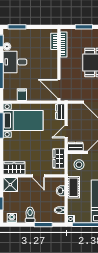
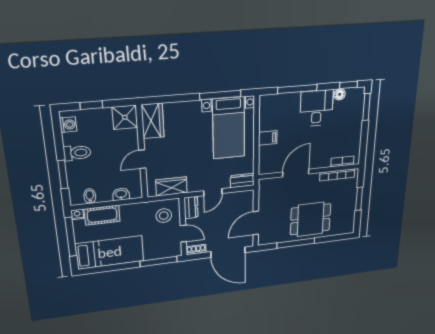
door: (59, 89) -> (296, 173), moved
filing cabinet: (22, 95) -> (268, 138), moved
door: (66, 132) -> (213, 192), swing flipped
cot: (74, 187) -> (102, 215), moved

